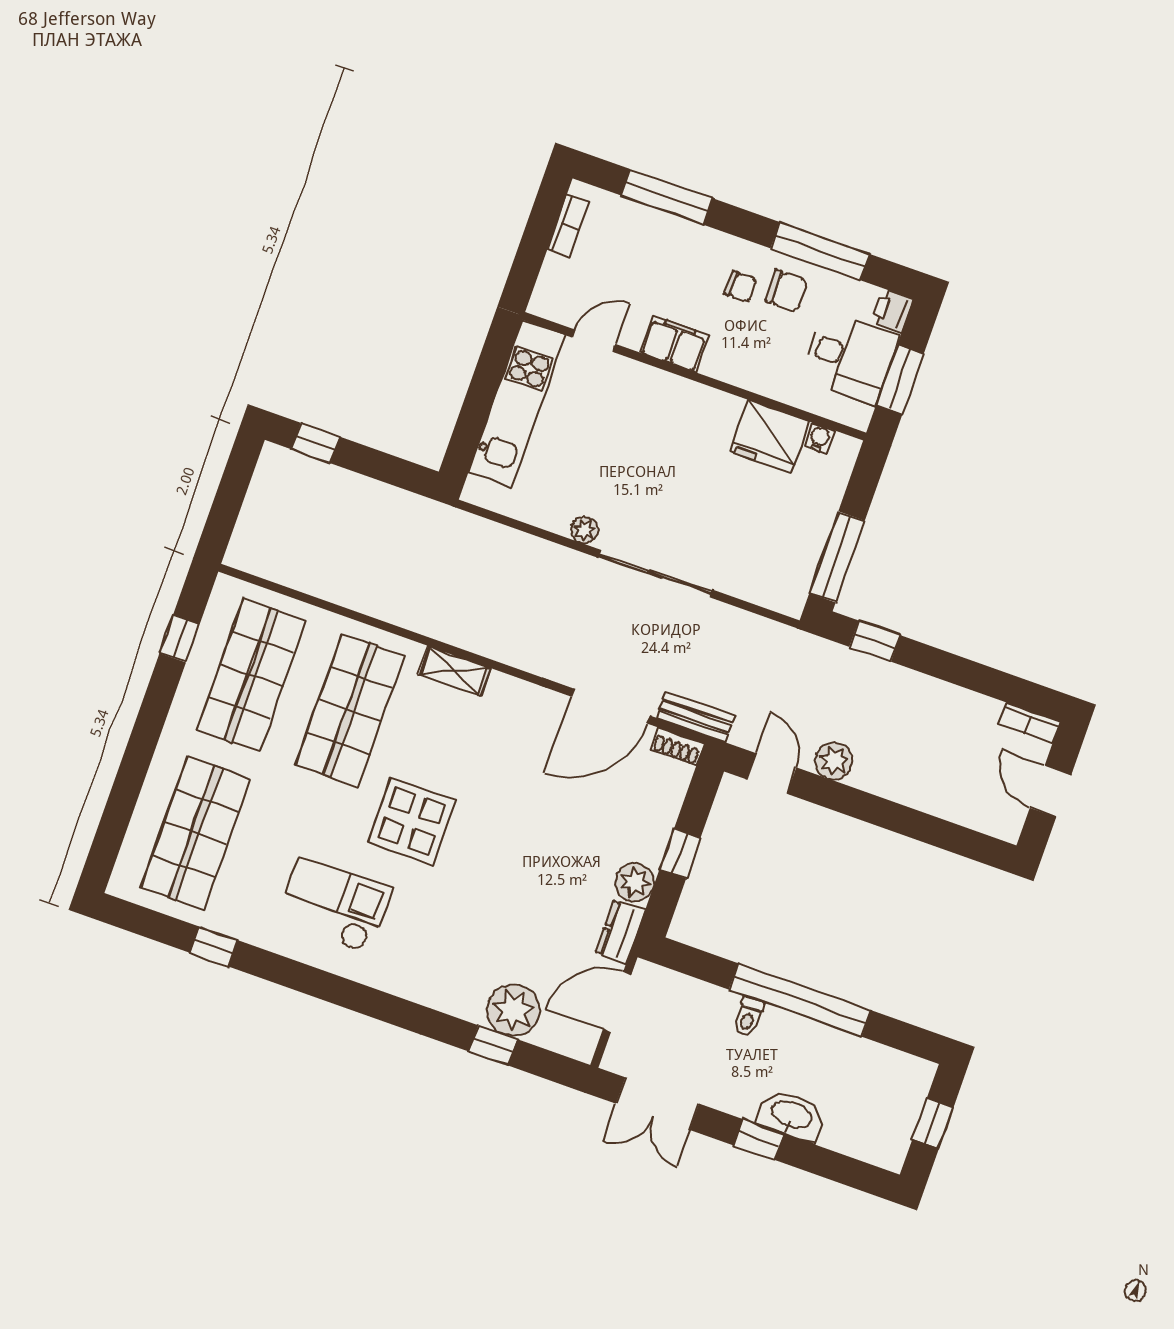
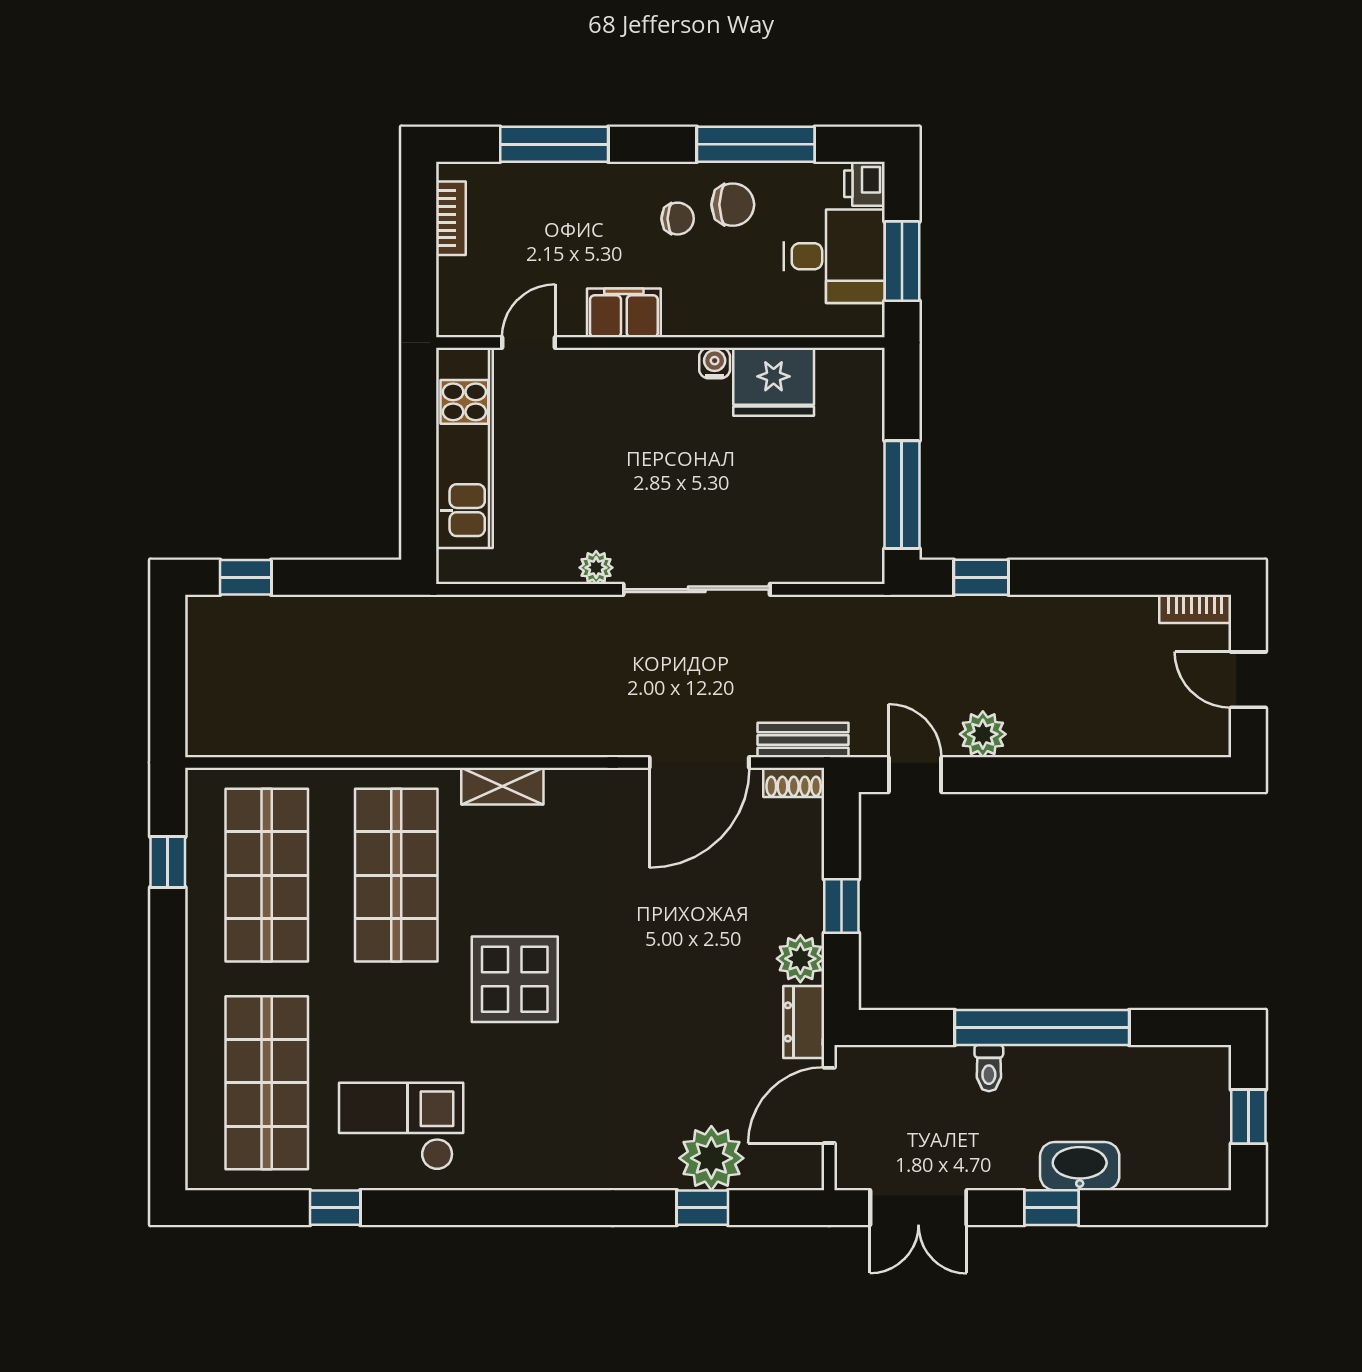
water cooler: (820, 438) -> (715, 363), moved
checkout: (334, 905) -> (401, 1126), moved

